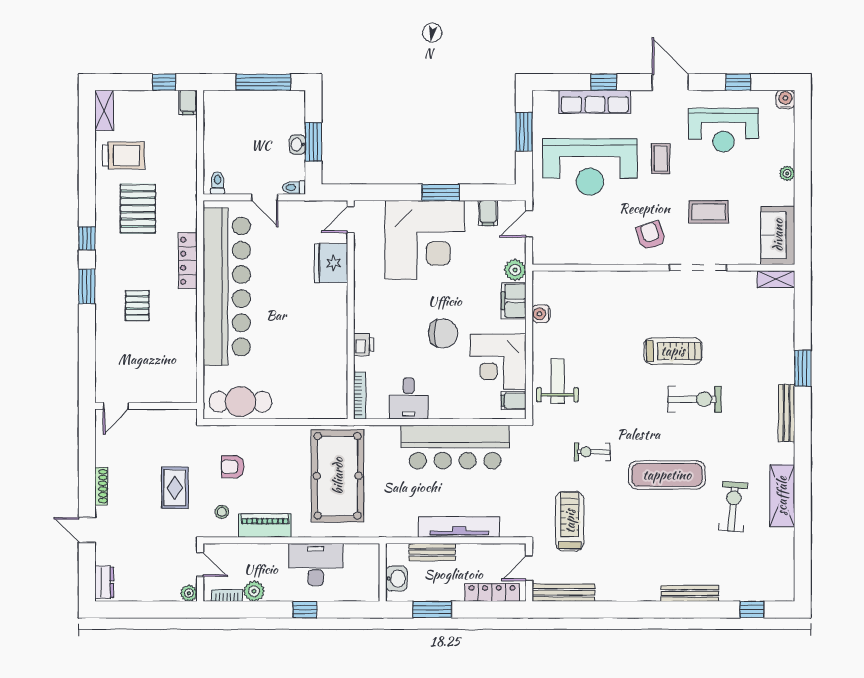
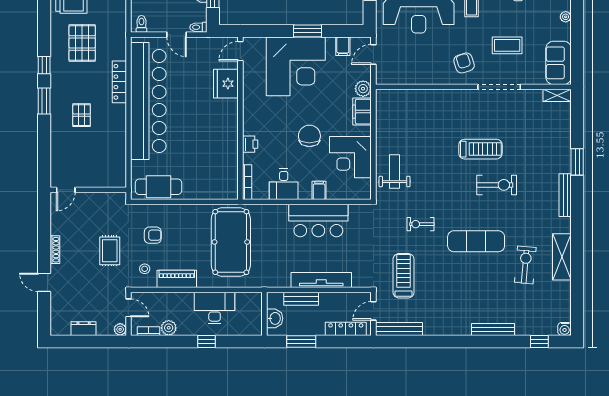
water cooler: (541, 314) -> (565, 329), moved, turned -90
chair: (443, 333) -> (309, 136), turned -90
filing cabinet: (514, 401) -> (319, 190), moved, turned 90
bar counter: (455, 447) -> (318, 220), width x0.73
armchair: (233, 467) -> (153, 235), turned 180
dresser: (104, 582) -> (84, 329), moved, turned -90

